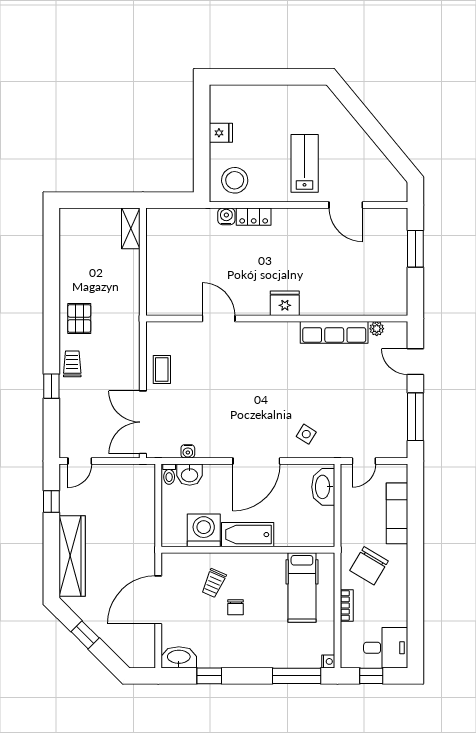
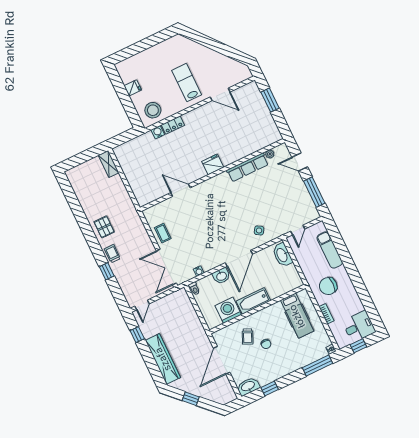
washbasin: (190, 475) -> (221, 276), moved
chair: (369, 566) -> (328, 286), turned 59

